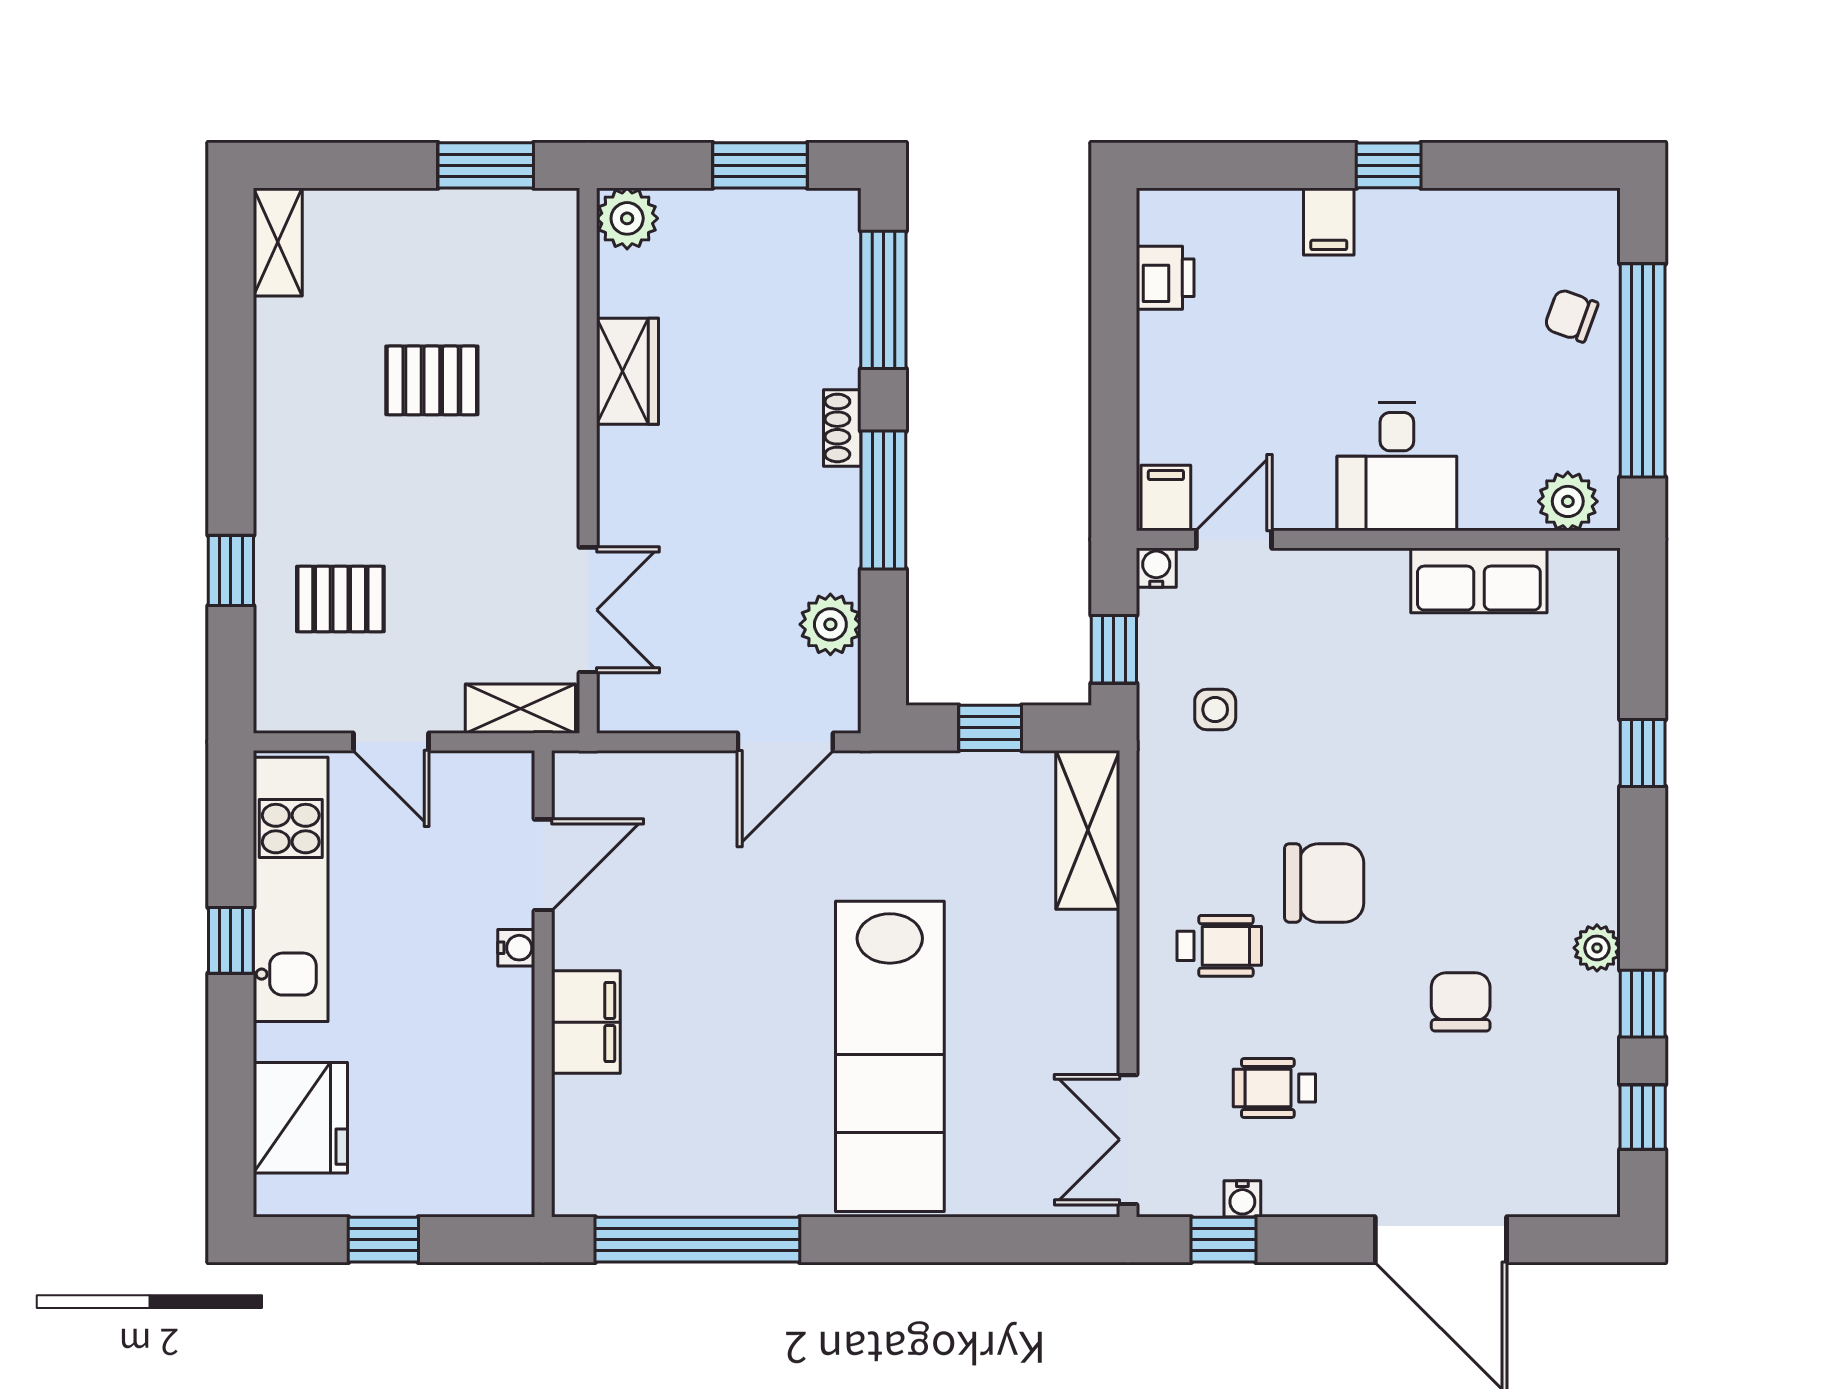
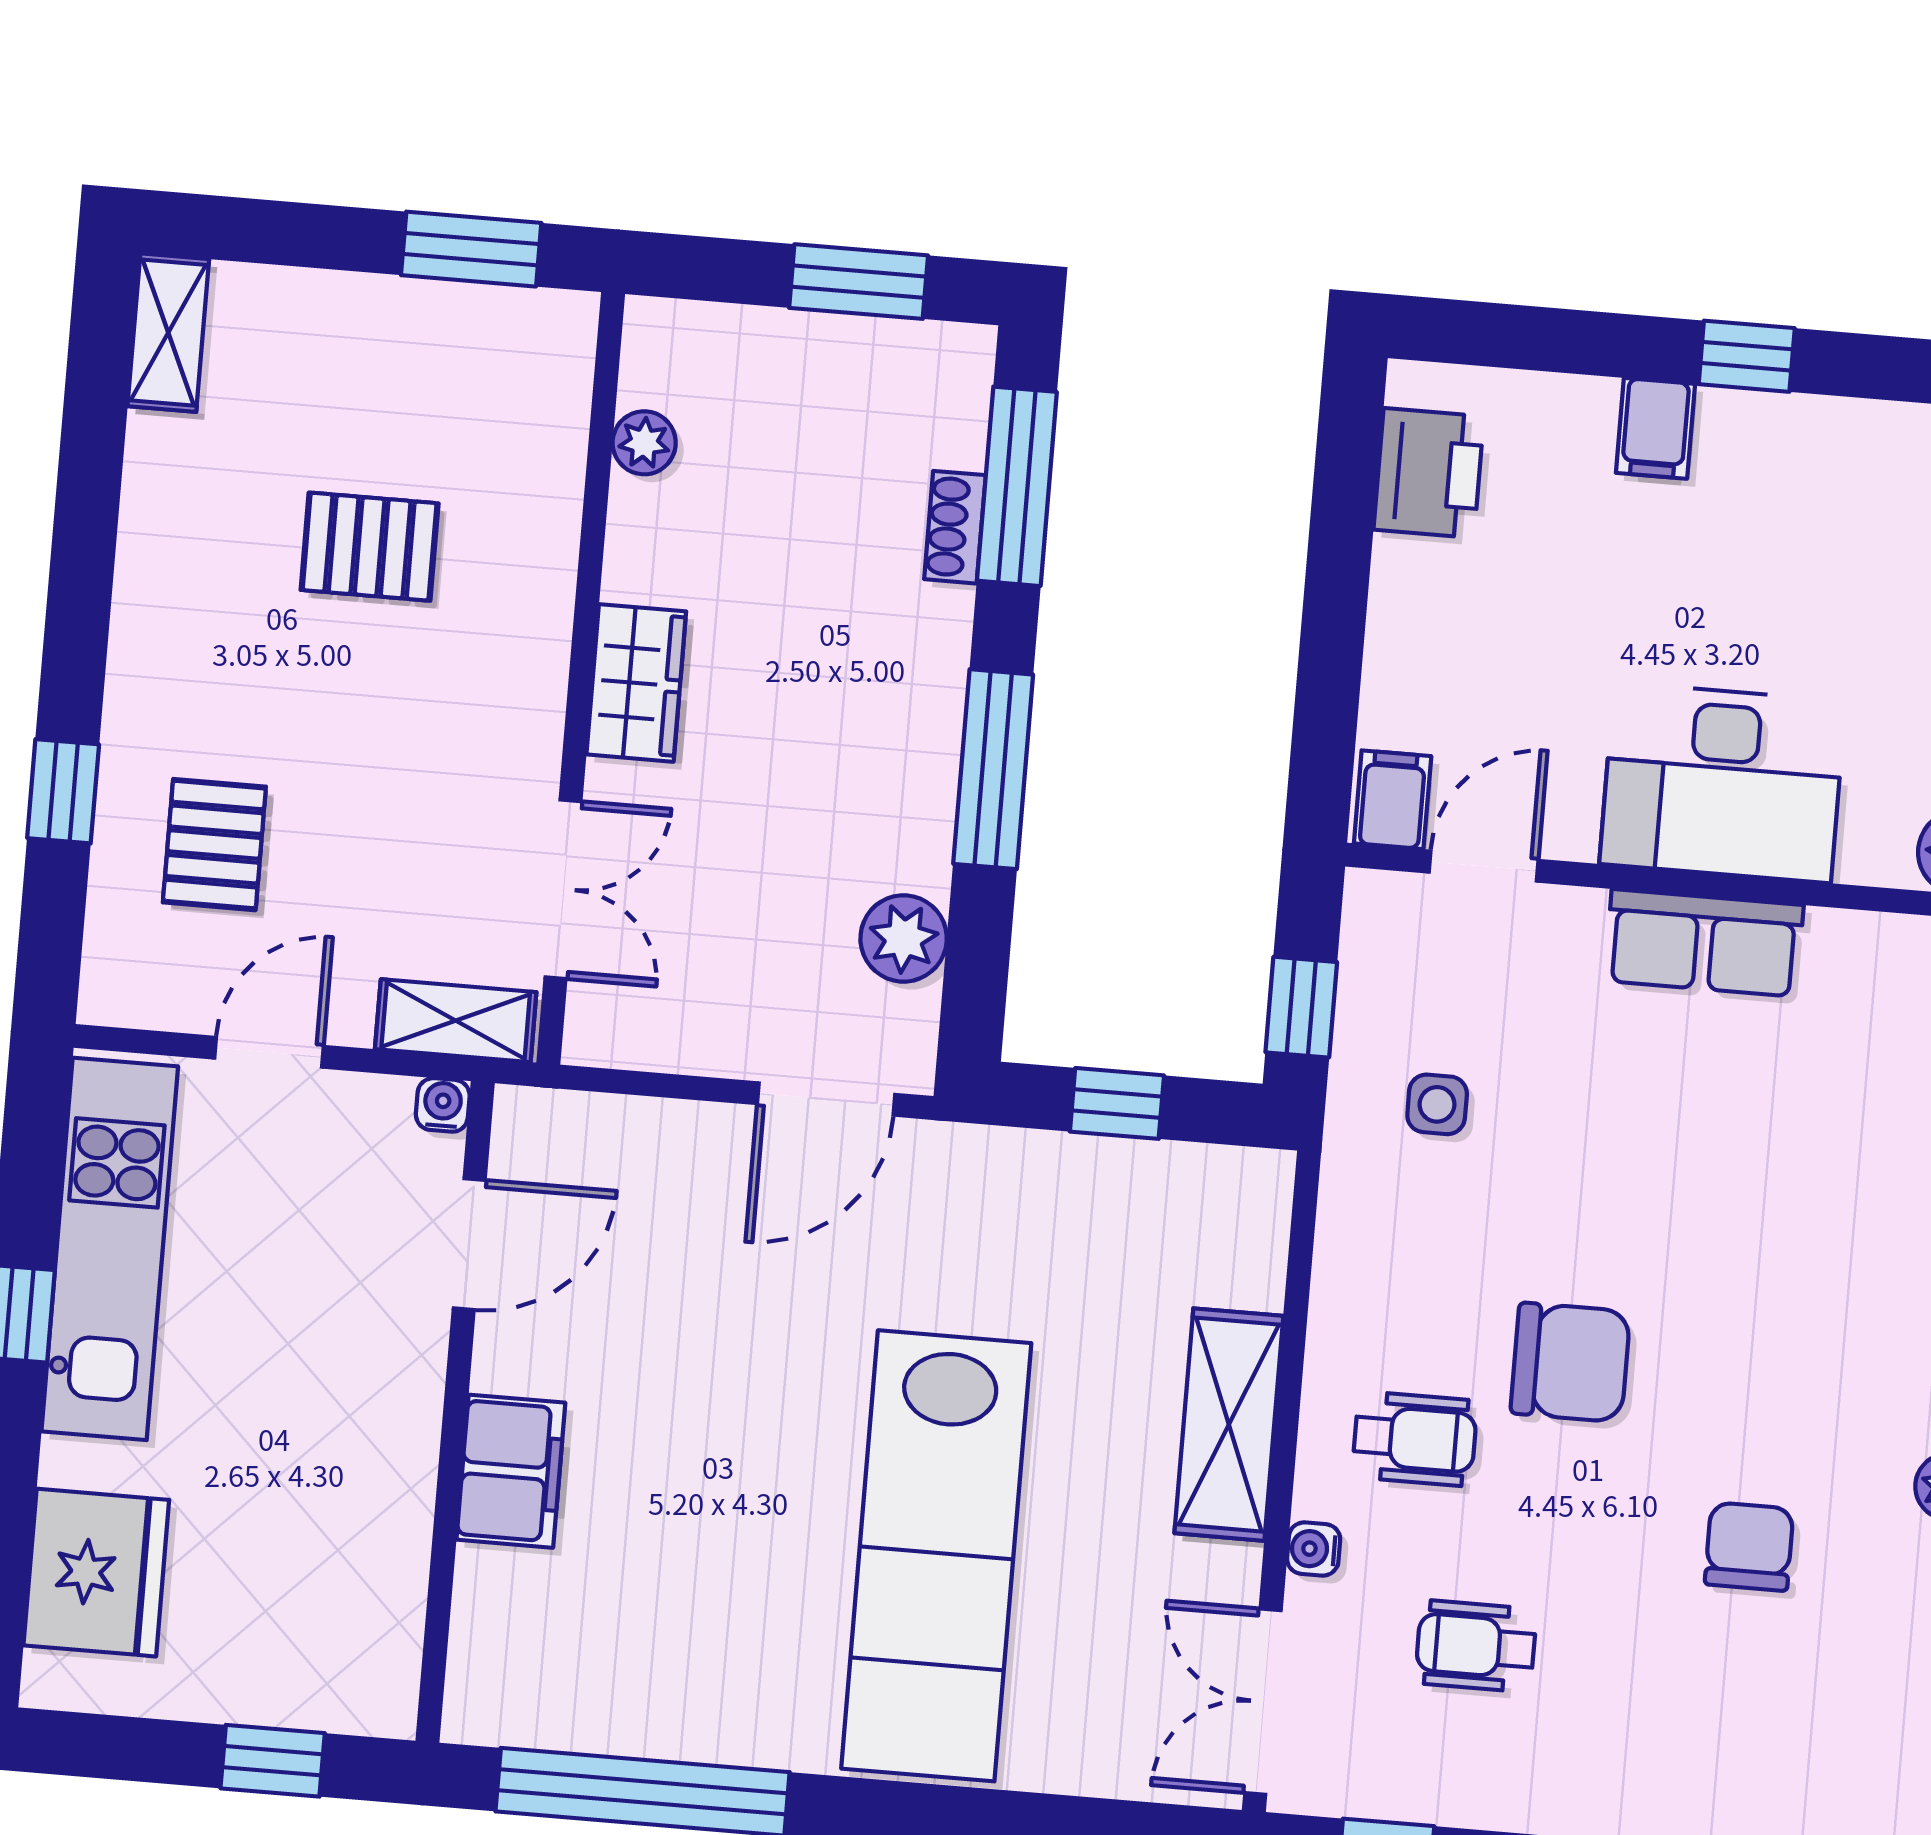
plant: (627, 218) -> (644, 443), moved, width x0.73, depth x0.73
printer: (1165, 278) -> (1429, 473), width x1.36, depth x1.24
wardrobe: (627, 371) -> (636, 683), moved
shoe rack: (842, 428) -> (955, 527), moved
desk: (1397, 466) -> (1723, 783), width x1.37
water cooler: (1156, 568) -> (1371, 897), removed
row of seats: (1479, 580) -> (1704, 943), moved
pallet: (340, 599) -> (214, 845), turned 90
door: (391, 742) -> (269, 1052), swing flipped
shelving: (1088, 830) -> (1229, 1425), moved
water cooler: (516, 948) -> (443, 1105), moved, turned -90
water cooler: (1242, 1199) -> (1314, 1549), moved, turned 90
window: (383, 1240) -> (273, 1761), moved

